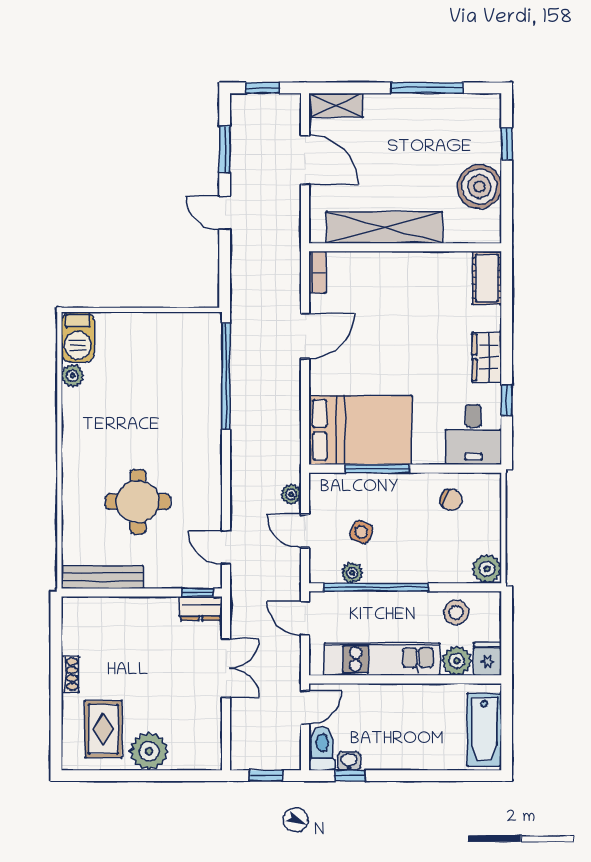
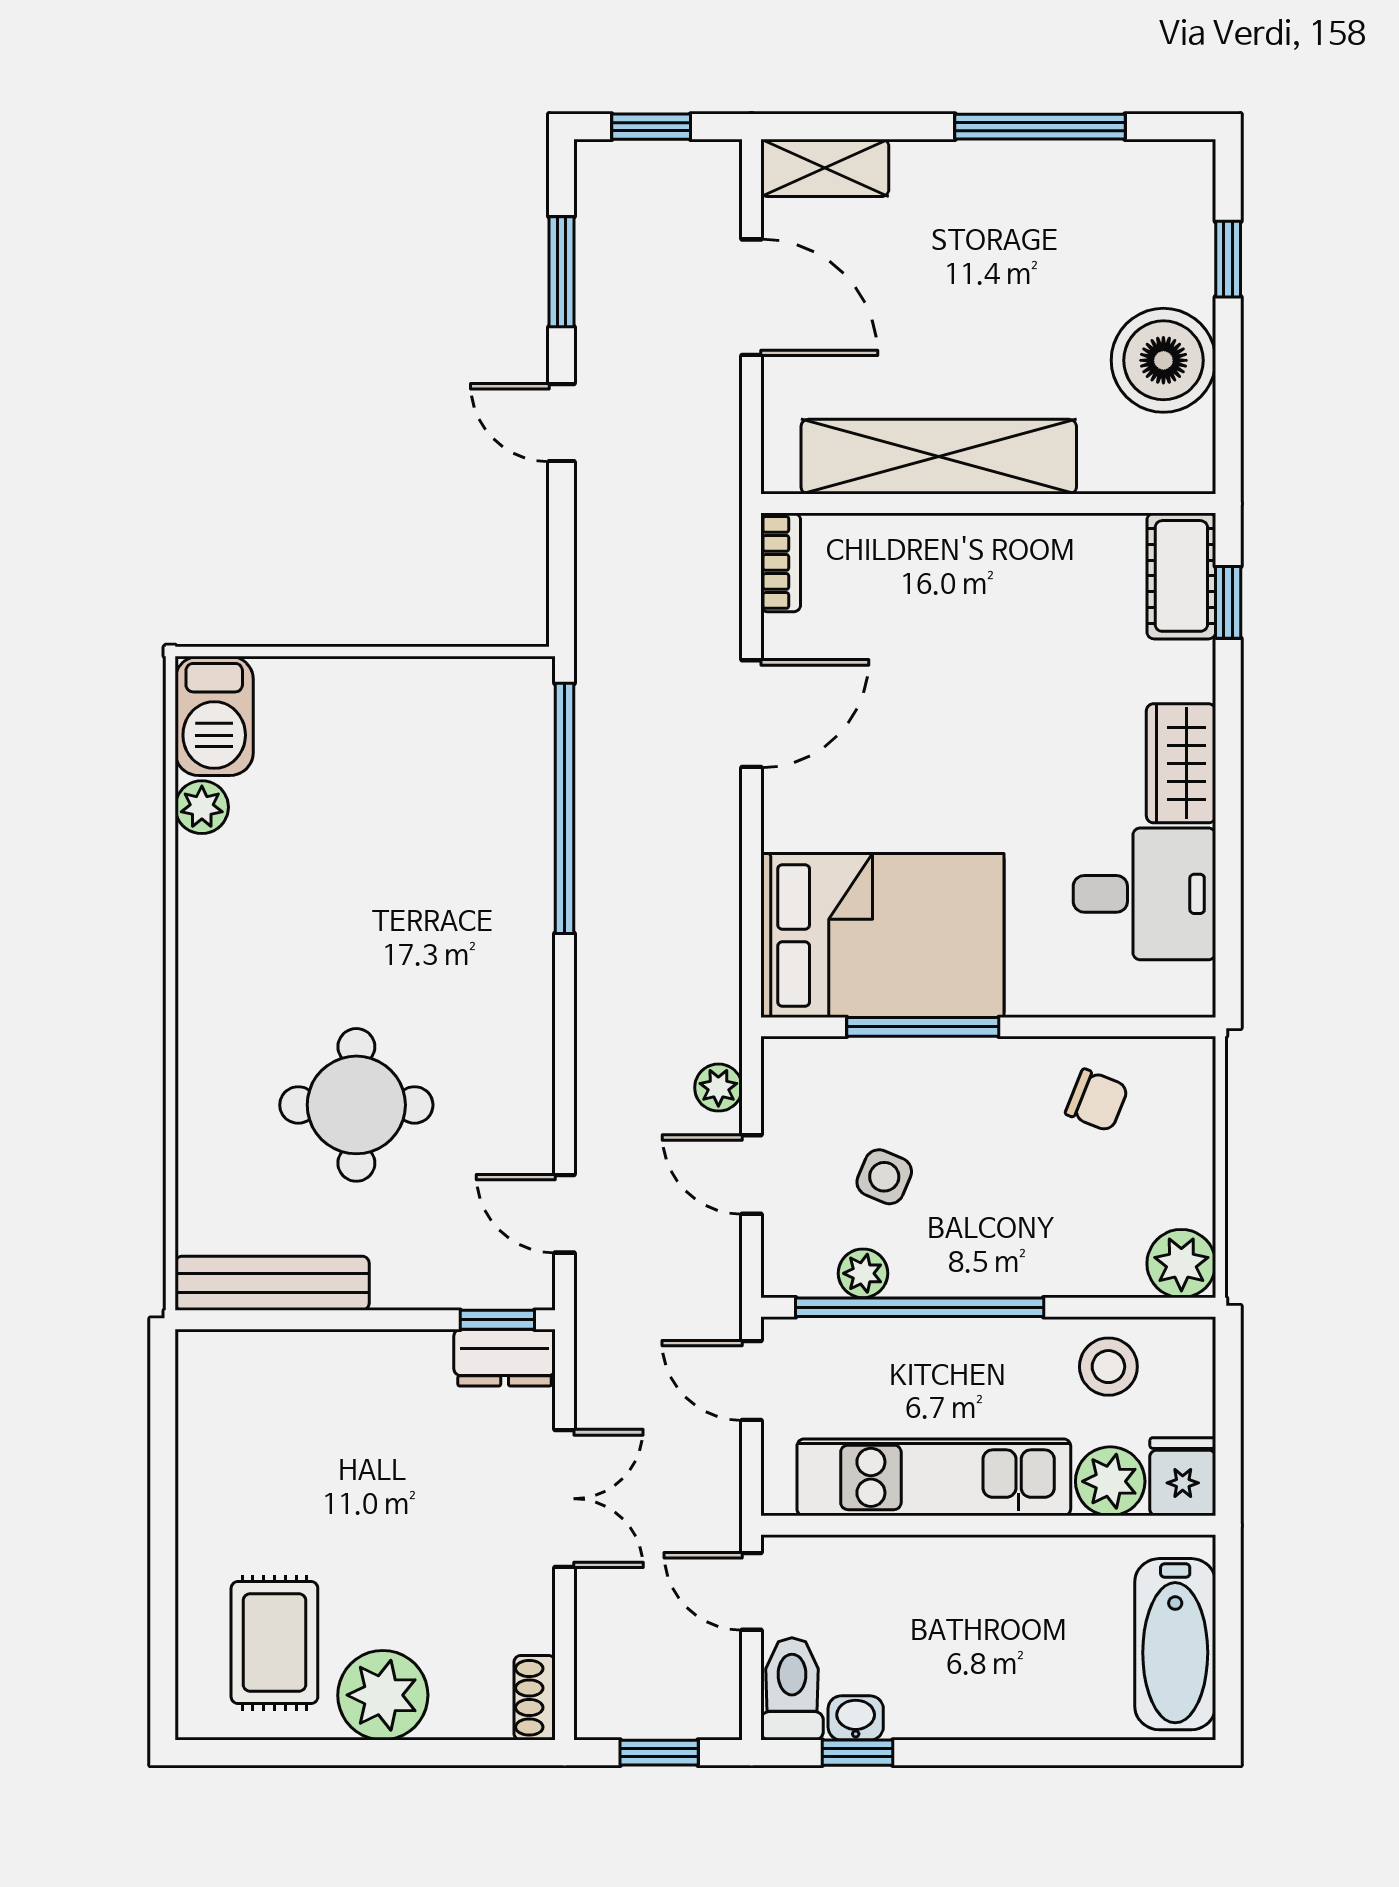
window: (507, 400) -> (1228, 602), moved
desk: (473, 435) -> (1144, 894), moved, turned -90
shoe rack: (70, 674) -> (535, 1698), moved, turned 180
door: (305, 707) -> (751, 1591), swing flipped

